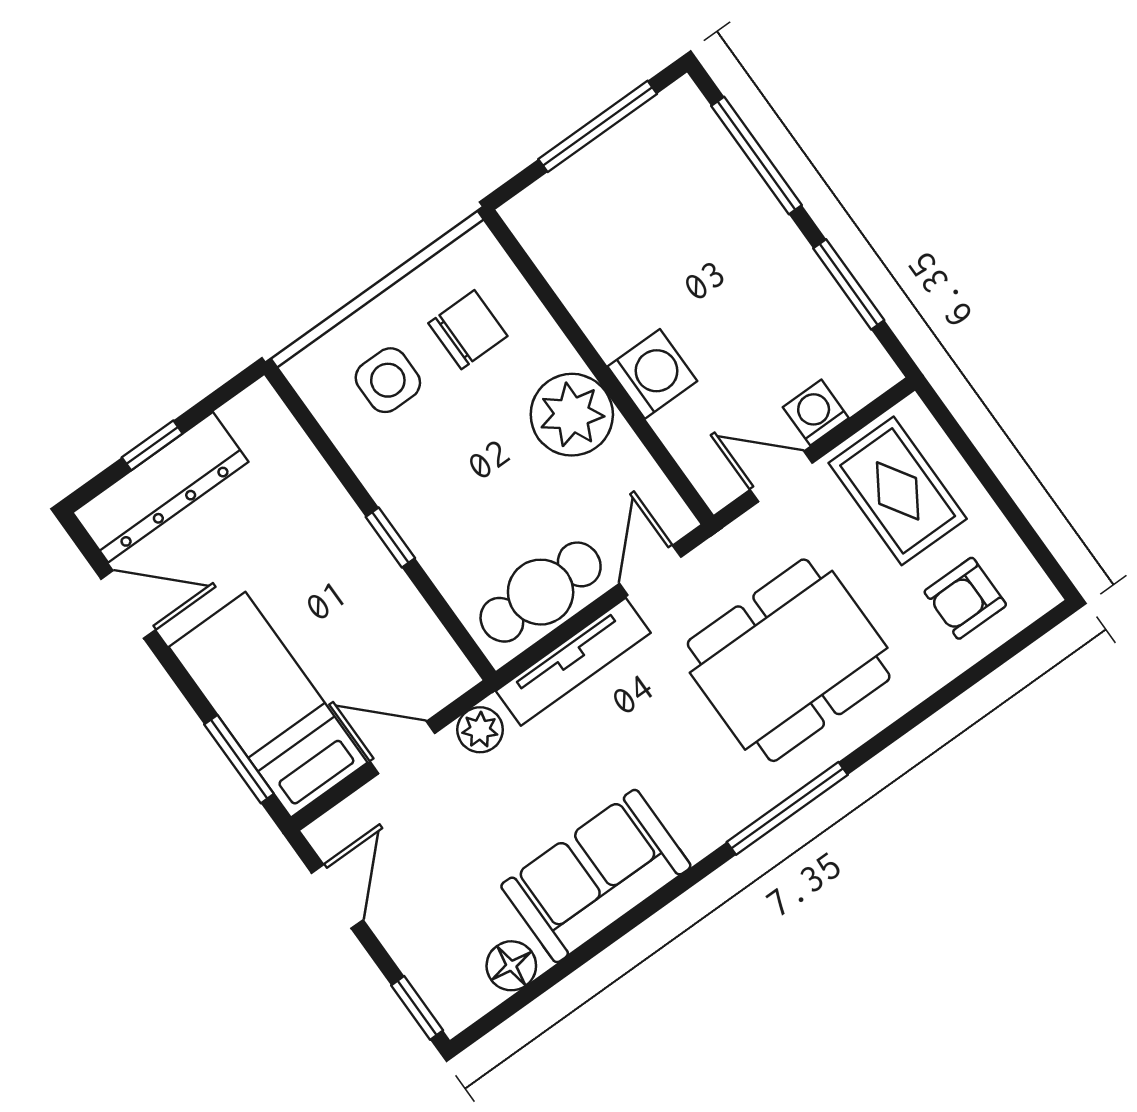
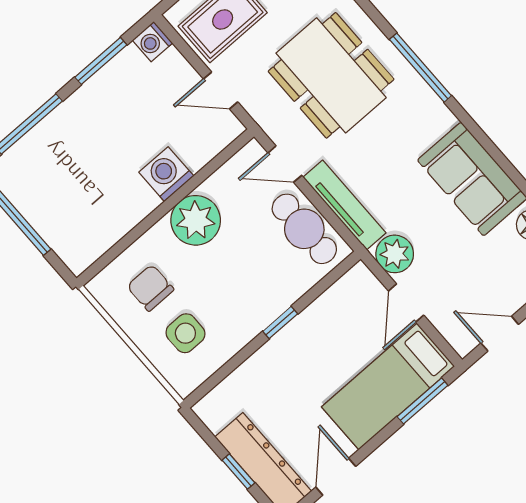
washing machine: (816, 413) -> (152, 42), moved
door: (781, 476) -> (221, 90), hinge flipped
plant: (480, 730) -> (395, 254), width x1.38, depth x1.38

